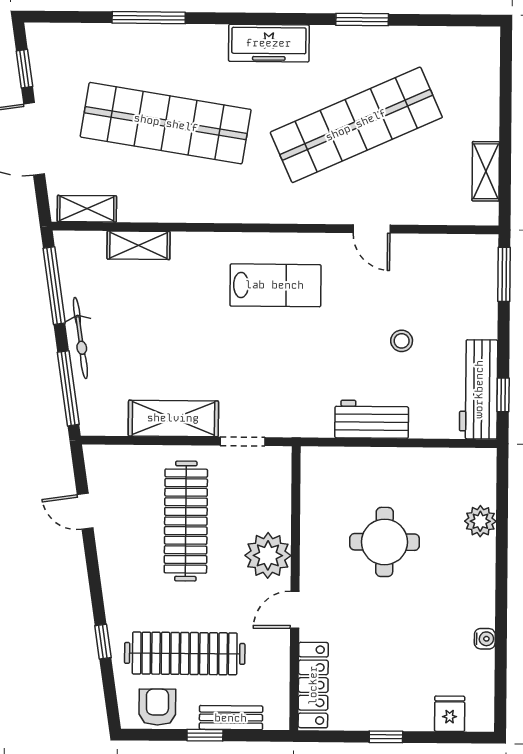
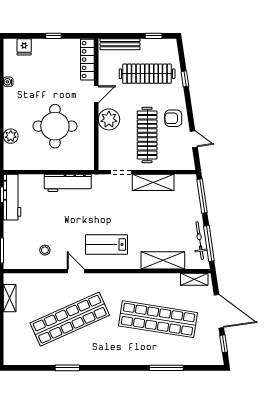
freezer: (269, 43) -> (111, 357), removed
door: (372, 229) -> (76, 271), moved
shelving: (139, 245) -> (163, 260), width x1.50, depth x1.33
bicycle: (80, 338) -> (200, 241), moved
stool: (402, 341) -> (45, 250), moved
workbench: (372, 419) -> (68, 183), width x1.38
round table: (384, 542) -> (55, 126), width x1.36, depth x1.36
armchair: (157, 707) -> (173, 118), moved, turned 90
bench: (231, 718) -> (120, 44), width x1.36
window: (205, 735) -> (154, 36), moved

